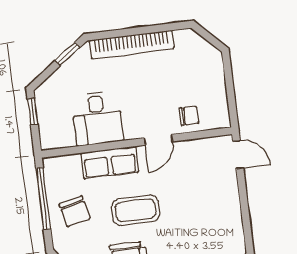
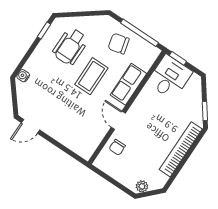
plant: (208, 52) -> (142, 186), added
window: (33, 112) -> (178, 58), moved
desk: (97, 118) -> (170, 77), moved, turned 90
door: (238, 155) -> (30, 126), moved

